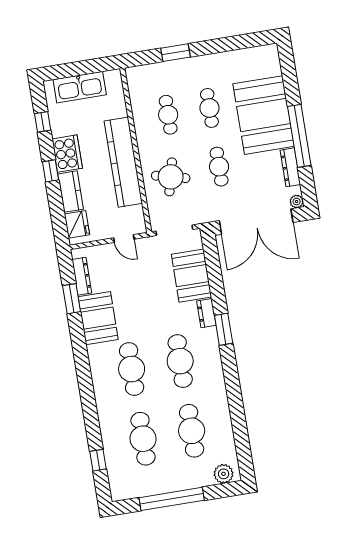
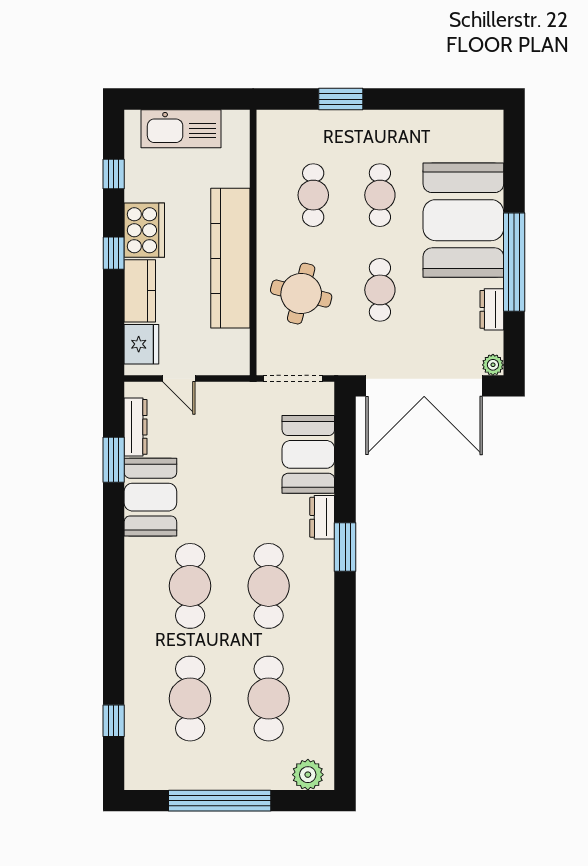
dresser: (290, 167) -> (492, 309), width x0.70
door: (124, 239) -> (179, 379), moved

